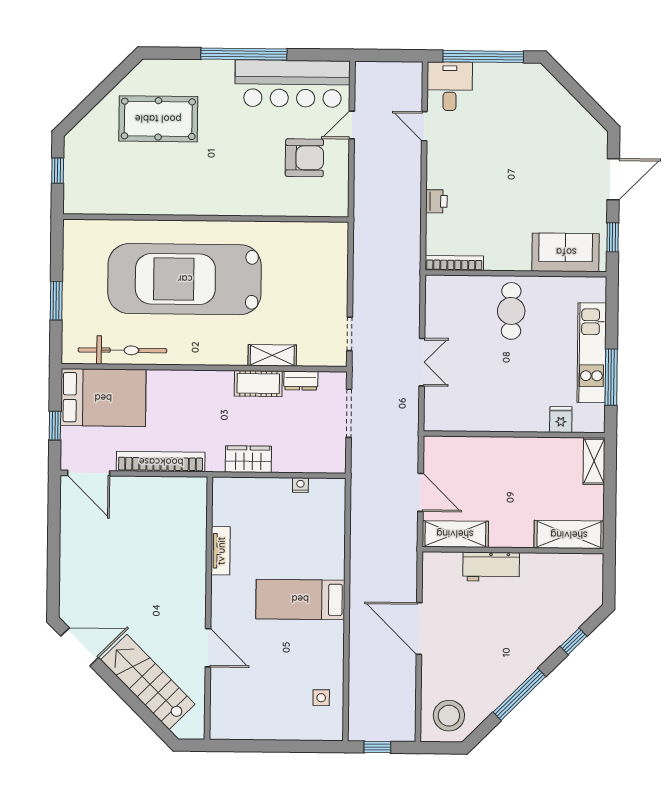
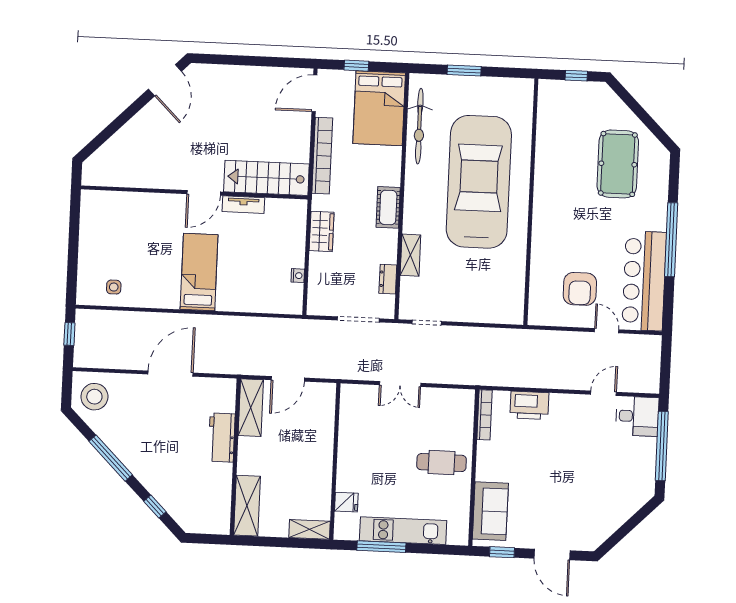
printer: (436, 201) -> (529, 405), width x1.87, depth x1.48
cot: (258, 383) -> (388, 207), moved
door: (208, 648) -> (204, 193), moved
stairs: (148, 682) -> (266, 178), moved, turned -135

